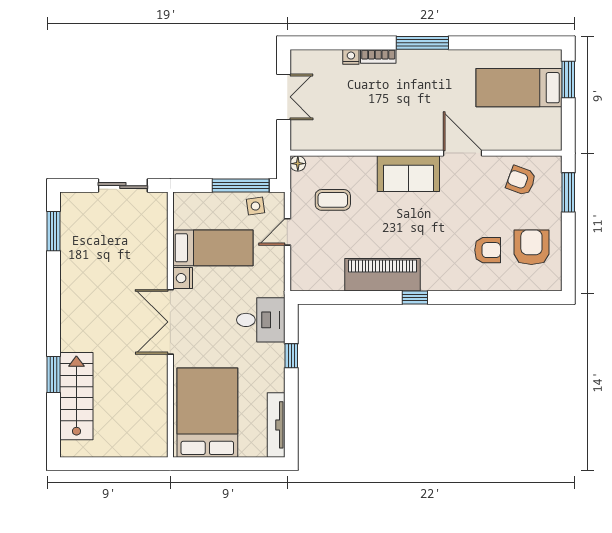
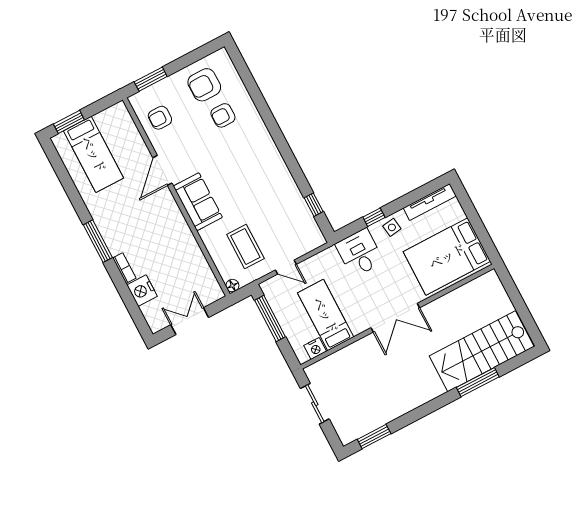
nightstand: (351, 57) -> (142, 291), width x1.89, depth x1.79
armchair: (521, 181) -> (160, 118), turned 70
coffee table: (333, 200) -> (245, 246), width x1.36, depth x1.30
side table: (255, 206) -> (392, 227), moved
armchair: (488, 250) -> (223, 115), turned -90
piano: (382, 275) -> (281, 182), removed
nightstand: (183, 278) -> (315, 348), moved
window: (415, 298) -> (314, 205), moved
window: (54, 375) -> (478, 382), width x1.44
stairs: (76, 396) -> (482, 351), width x1.36, depth x1.51

